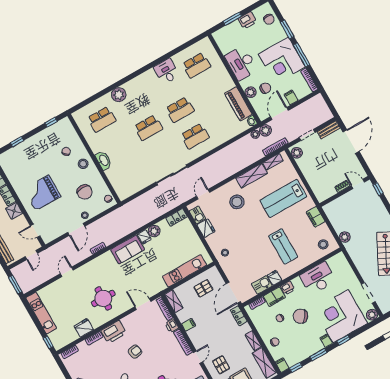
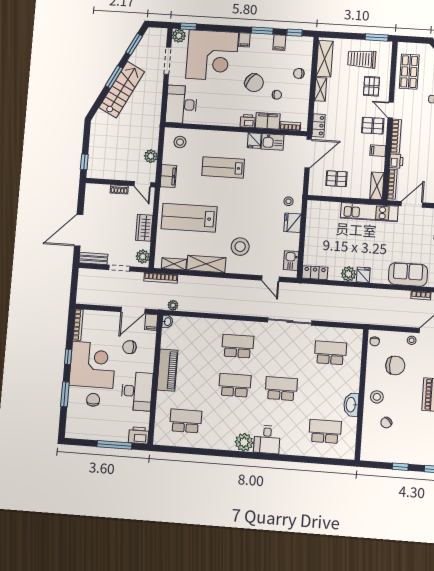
window: (232, 19) -> (114, 445), width x1.44
chair: (269, 19) -> (93, 400), moved
printer: (247, 20) -> (139, 435), moved
window: (302, 55) -> (68, 357), width x0.46
desk: (167, 71) -> (267, 439), moved
plant: (251, 92) -> (148, 353), removed
plant: (119, 95) -> (244, 442), moved
filing cabinet: (291, 97) -> (151, 322), moved
piano: (238, 104) -> (167, 370), moved
window: (51, 122) -> (400, 467), moved
plant: (265, 130) -> (160, 302), removed
washbasin: (104, 160) -> (351, 405), moved
school desk: (132, 172) -> (330, 353), added
wardrobe: (309, 172) -> (144, 228), added
door: (358, 184) -> (142, 184), moved
chair: (85, 192) -> (395, 365), turned 90
door: (203, 194) -> (270, 279), hinge flipped
lab bench: (283, 198) -> (189, 218), turned 180
fridge: (206, 228) -> (293, 223), moved
plant: (345, 237) -> (151, 156), moved
lab bench: (283, 246) -> (223, 167), turned -90
sofa: (128, 249) -> (408, 274), moved
kitchen unit: (184, 271) -> (369, 212), moved
desk: (318, 278) -> (181, 104), moved, turned 90
door: (143, 304) -> (412, 204), swing flipped
pallet: (203, 339) -> (373, 126), added
window: (344, 340) -> (188, 26), moved
door: (198, 357) -> (391, 110), hinge flipped
filing cabinet: (282, 365) -> (279, 43), moved

